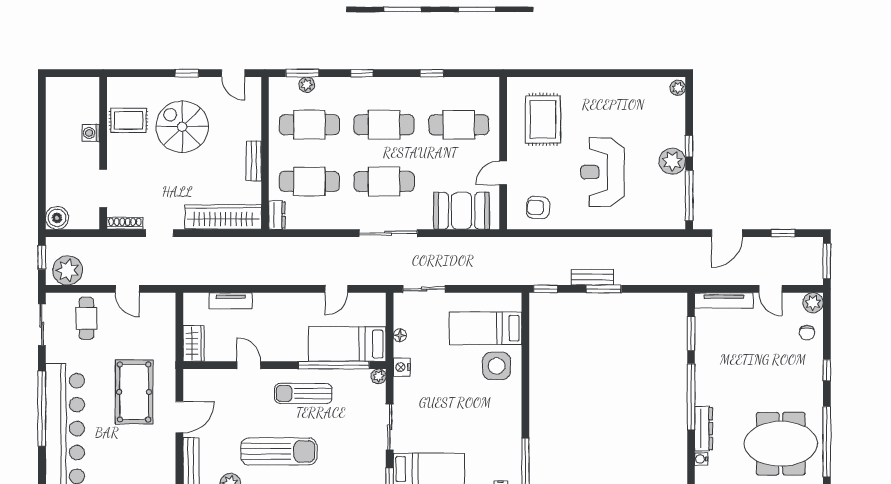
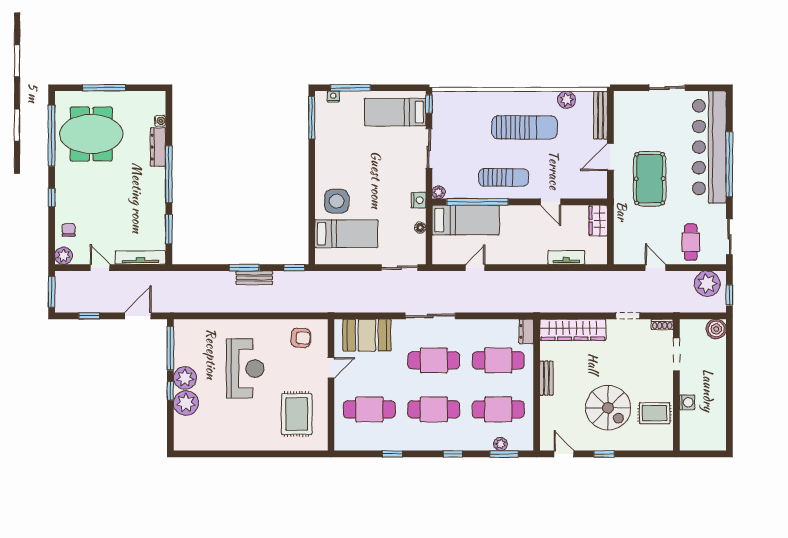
plant: (678, 88) -> (186, 403), moved, width x1.88, depth x1.88
shoe rack: (125, 223) -> (662, 324), width x0.70
sun lounger: (279, 451) -> (525, 127), turned 180

